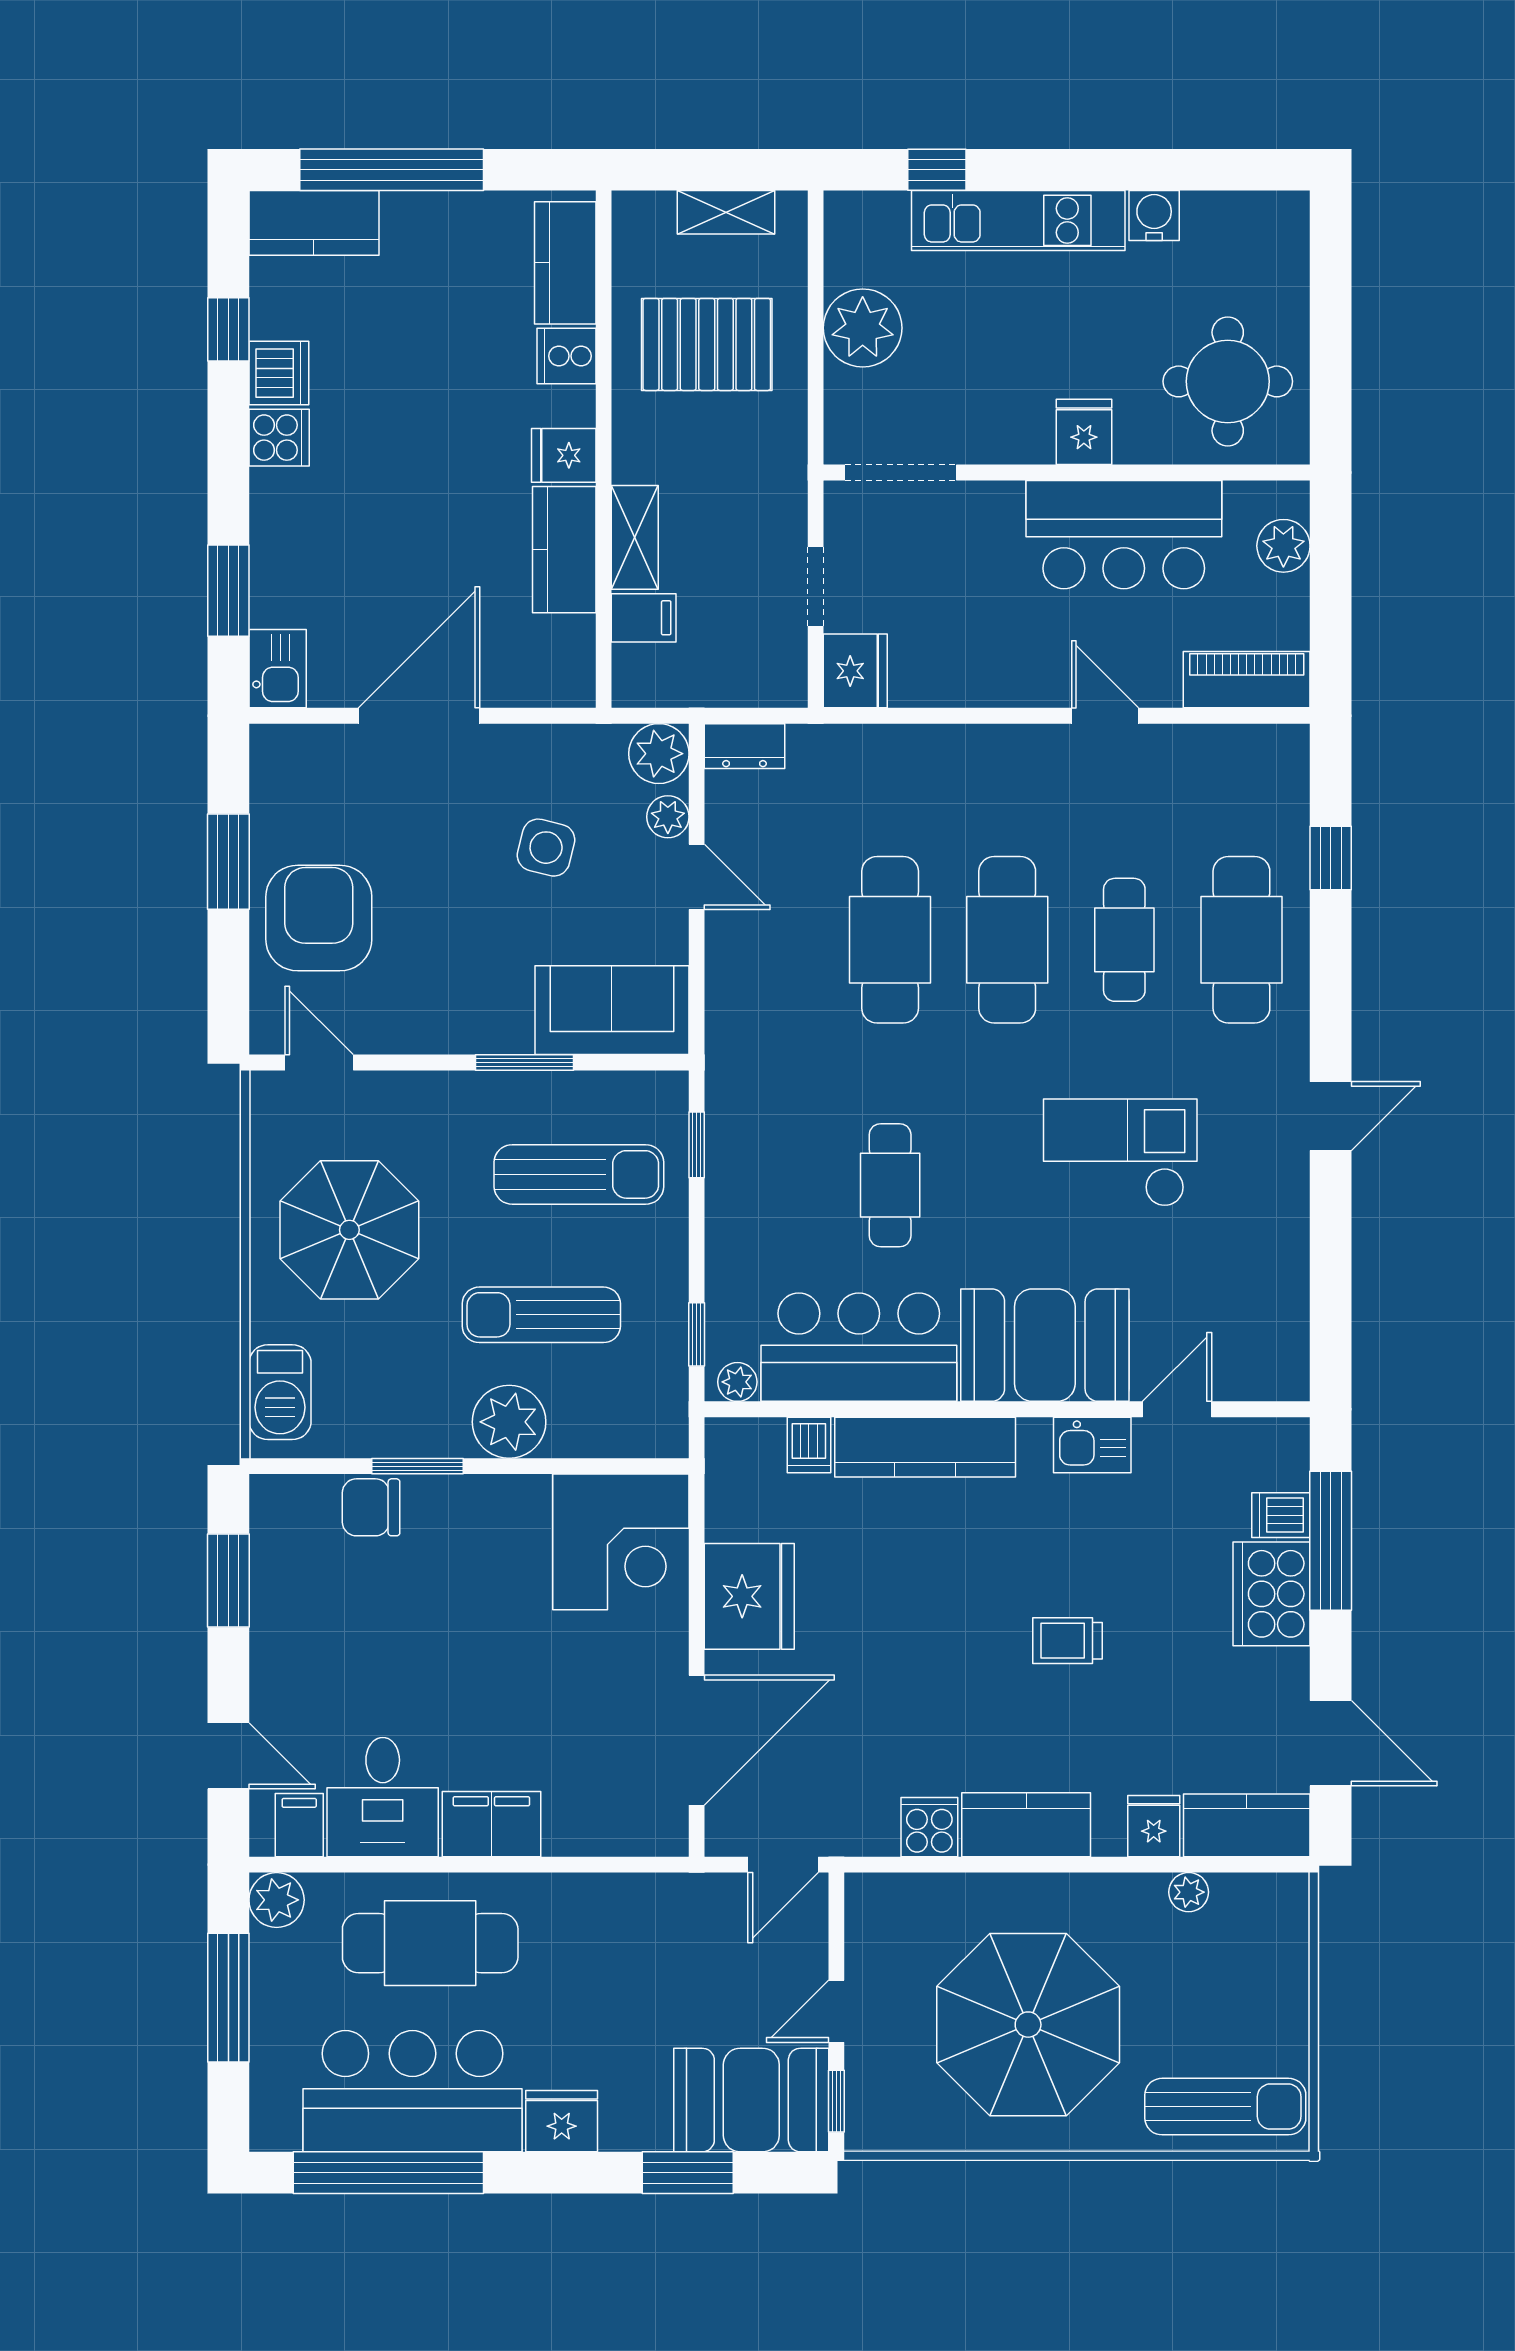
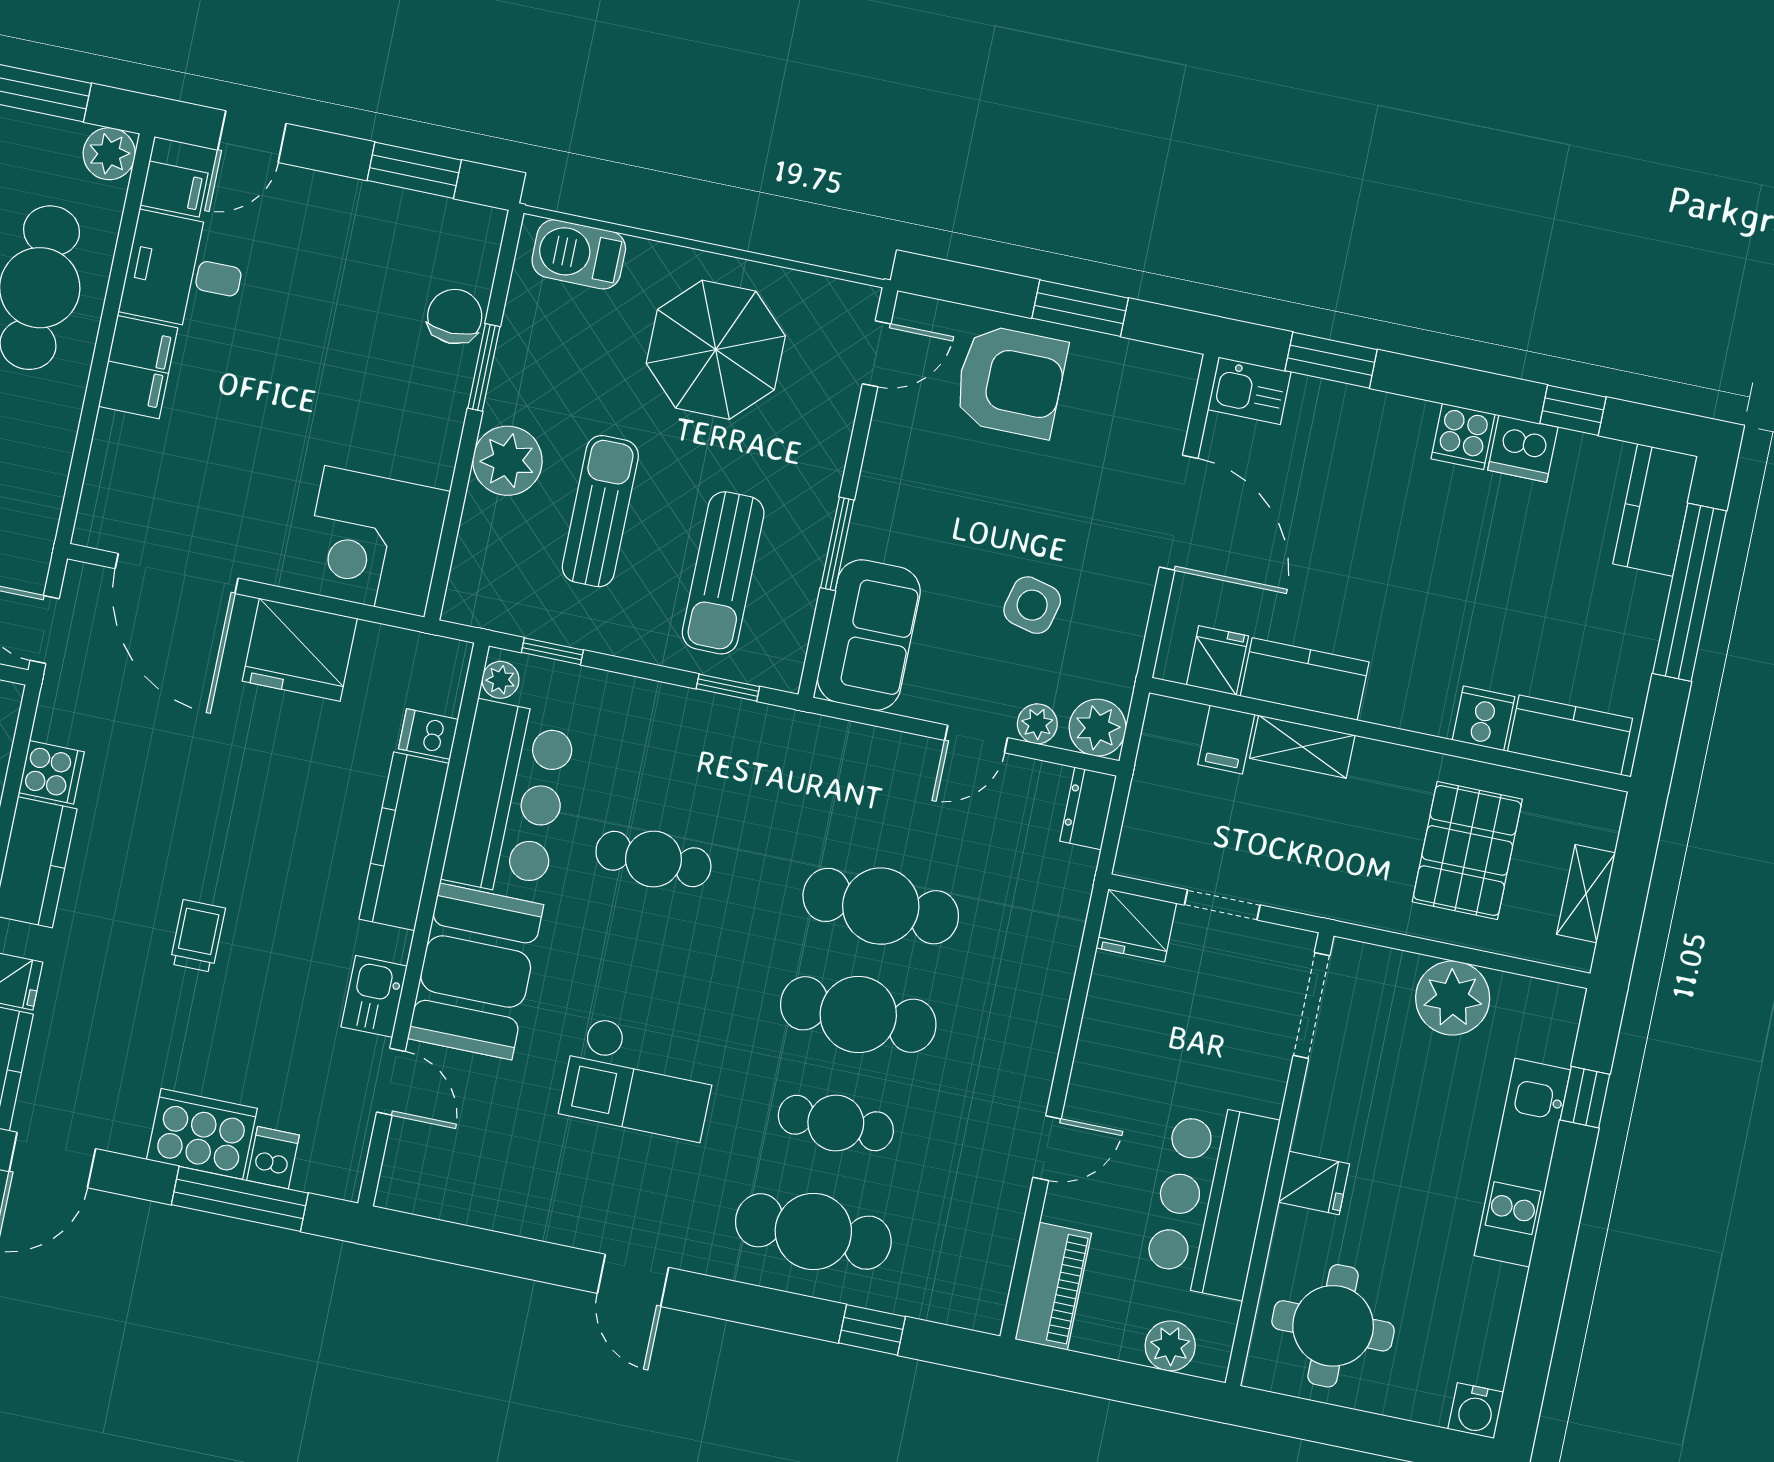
water cooler: (1154, 216) -> (1476, 1411), moved, turned 90
fridge: (564, 455) -> (1217, 660), moved
checkout: (1120, 1153) -> (639, 1078), turned 90

